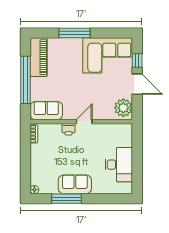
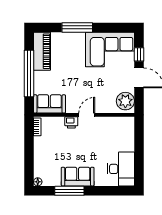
desk: (119, 165) -> (121, 169), moved

